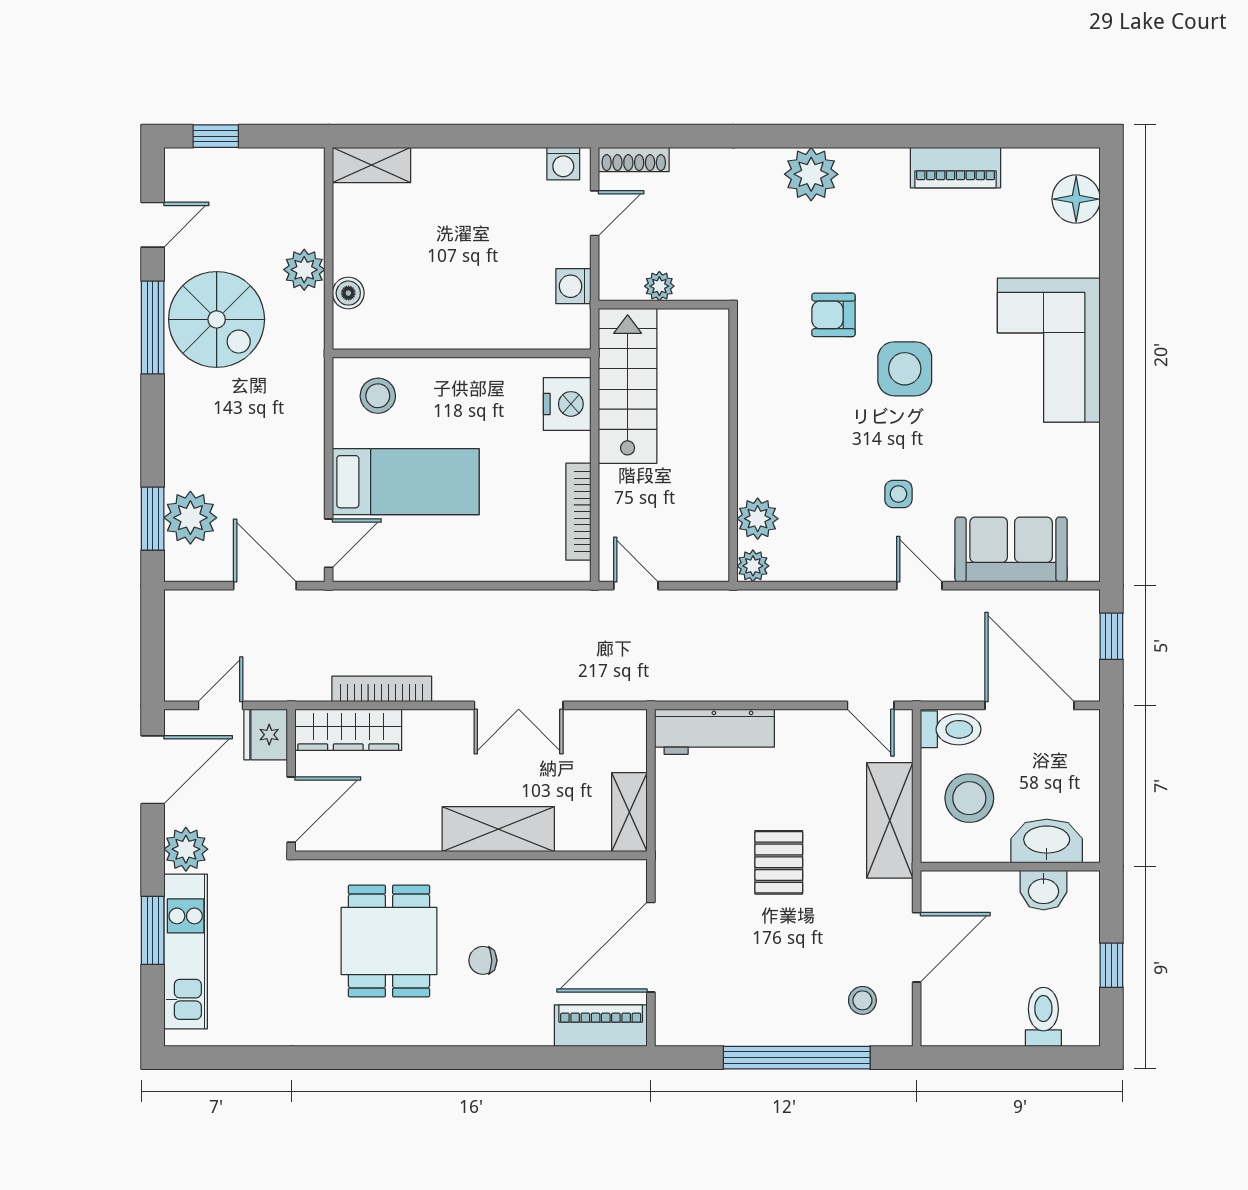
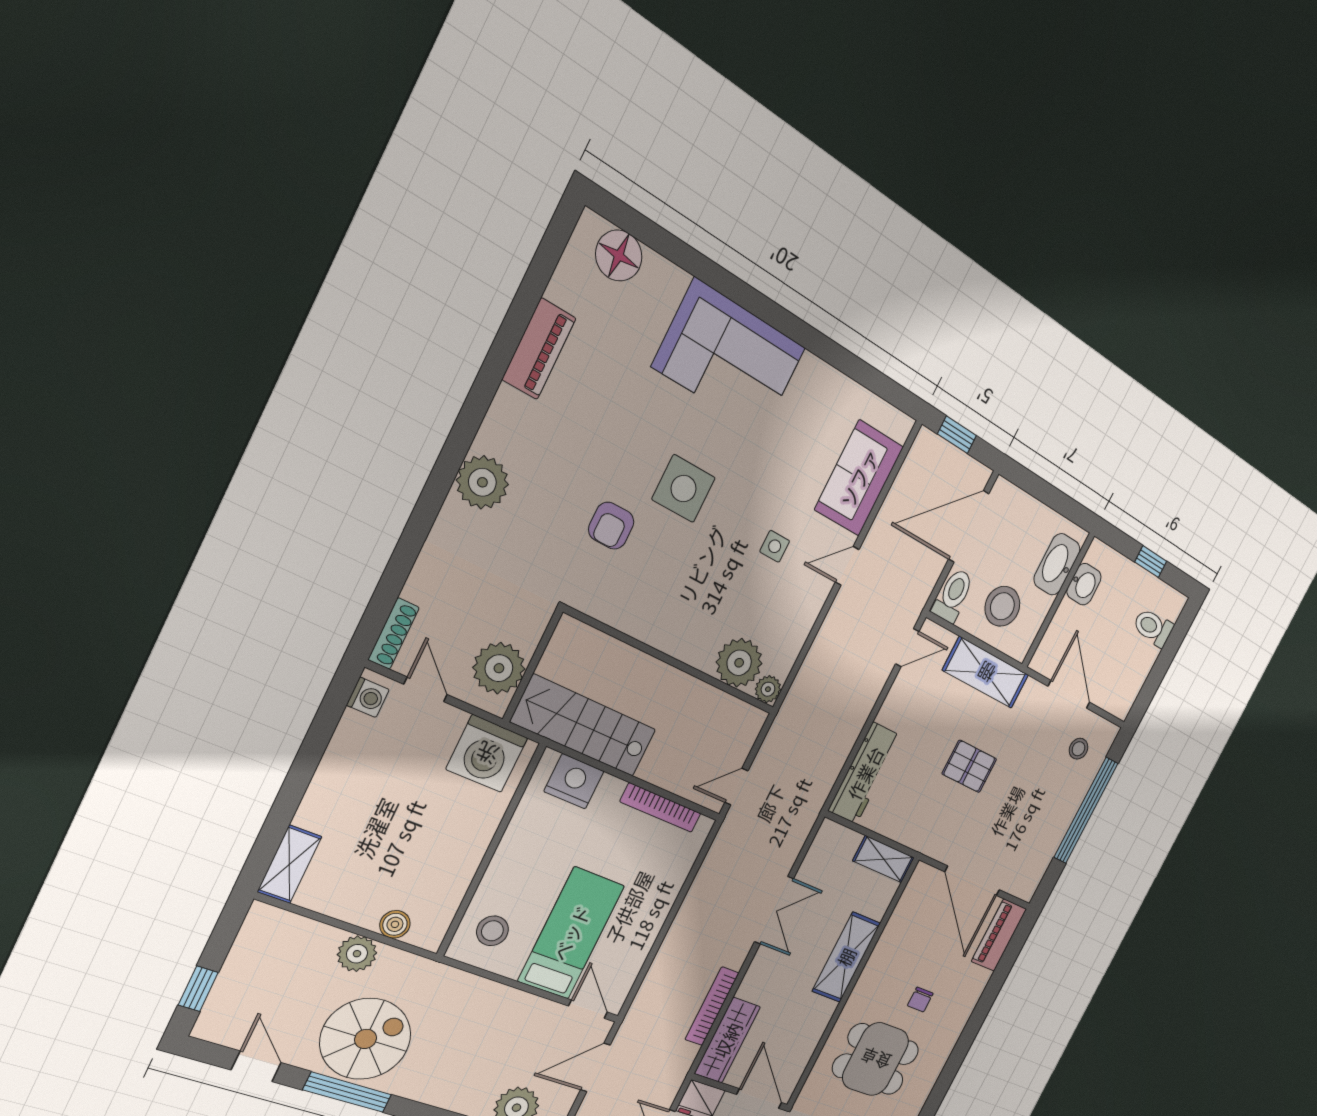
washing machine: (573, 286) -> (487, 754), width x1.89, depth x1.89
plant: (659, 286) -> (499, 668), width x1.88, depth x1.88
plant: (758, 519) -> (739, 663), width x1.36, depth x1.36

